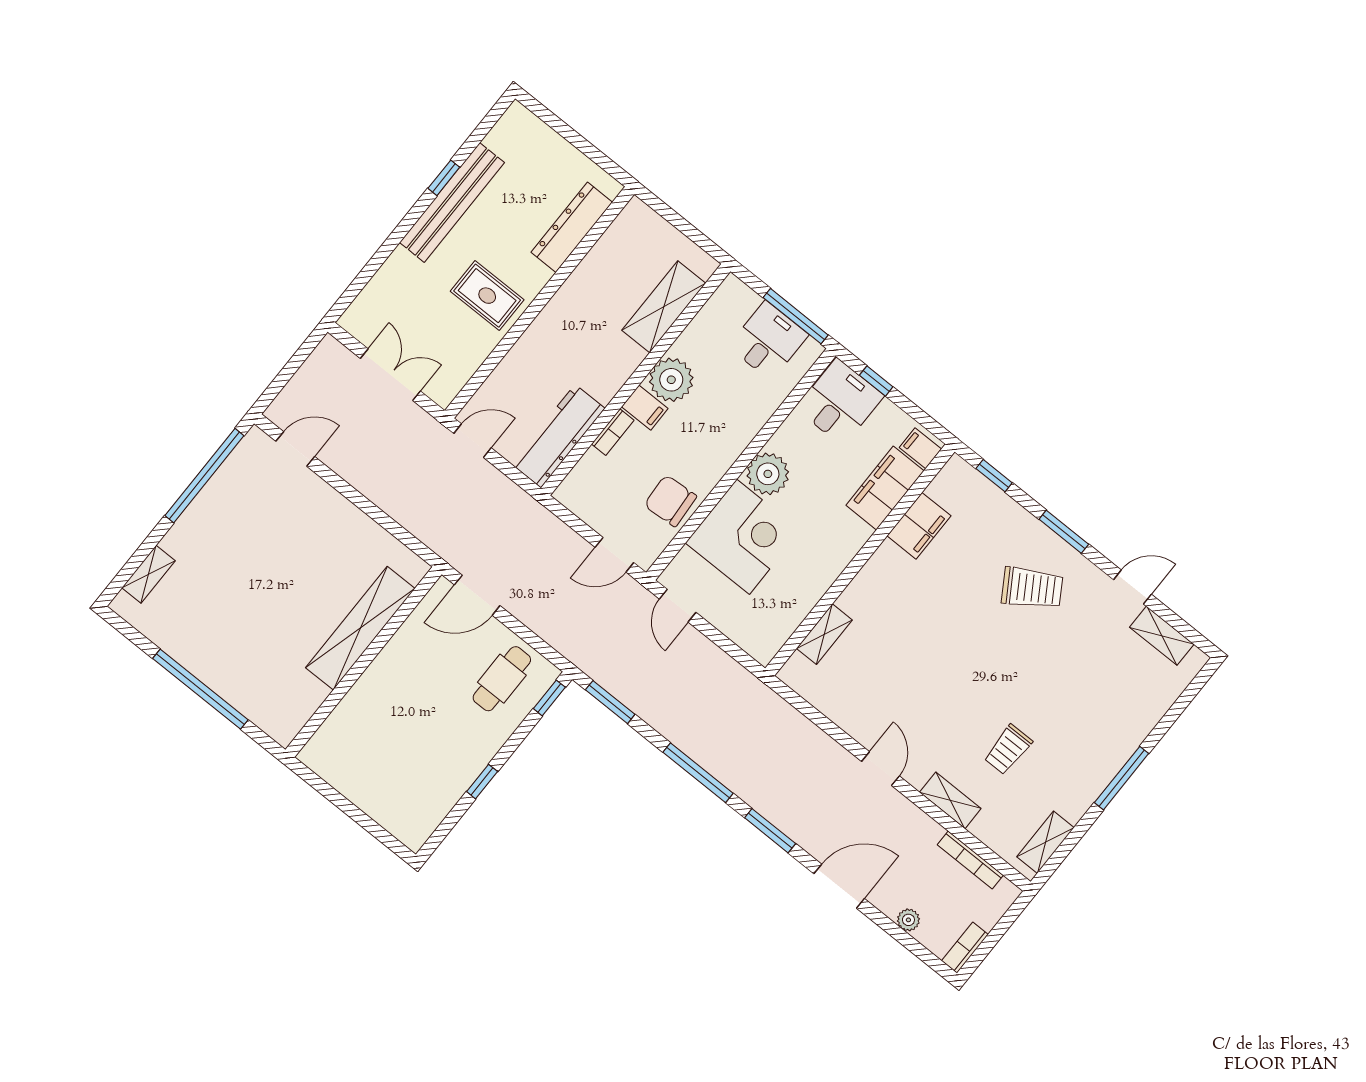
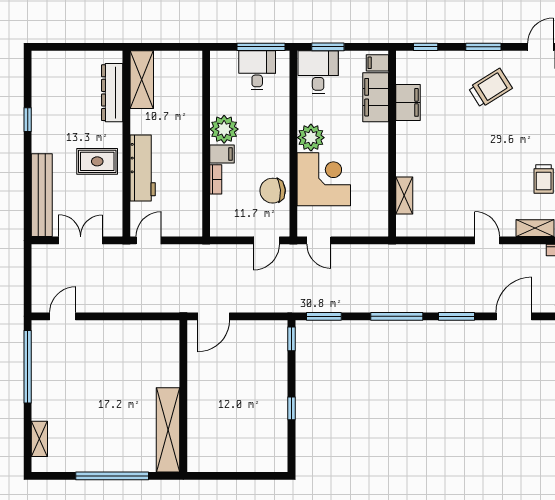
bench: (452, 202) -> (42, 195), moved
shelving: (664, 307) -> (142, 80), moved
window: (876, 381) -> (328, 47), width x1.50
workbench: (558, 436) -> (143, 168), moved, turned 180
shelving: (360, 628) -> (168, 430), moved
cafe table: (502, 679) -> (260, 348), removed

